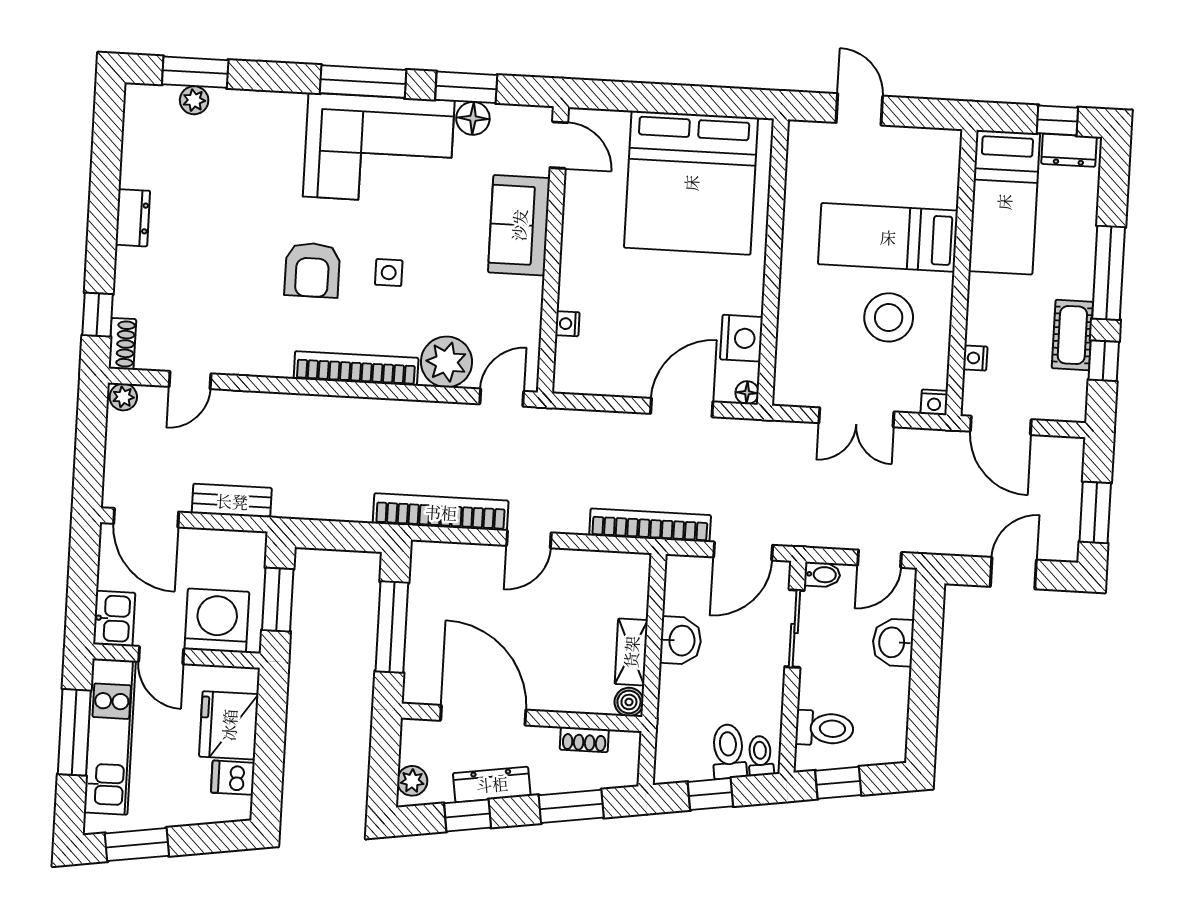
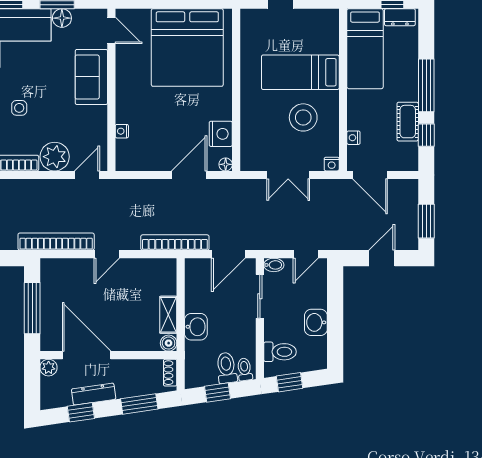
washbasin: (681, 641) -> (196, 327), moved
washbasin: (893, 642) -> (316, 322), moved
shoe rack: (584, 739) -> (170, 373), moved, turned 90
plant: (412, 781) -> (49, 368), moved

